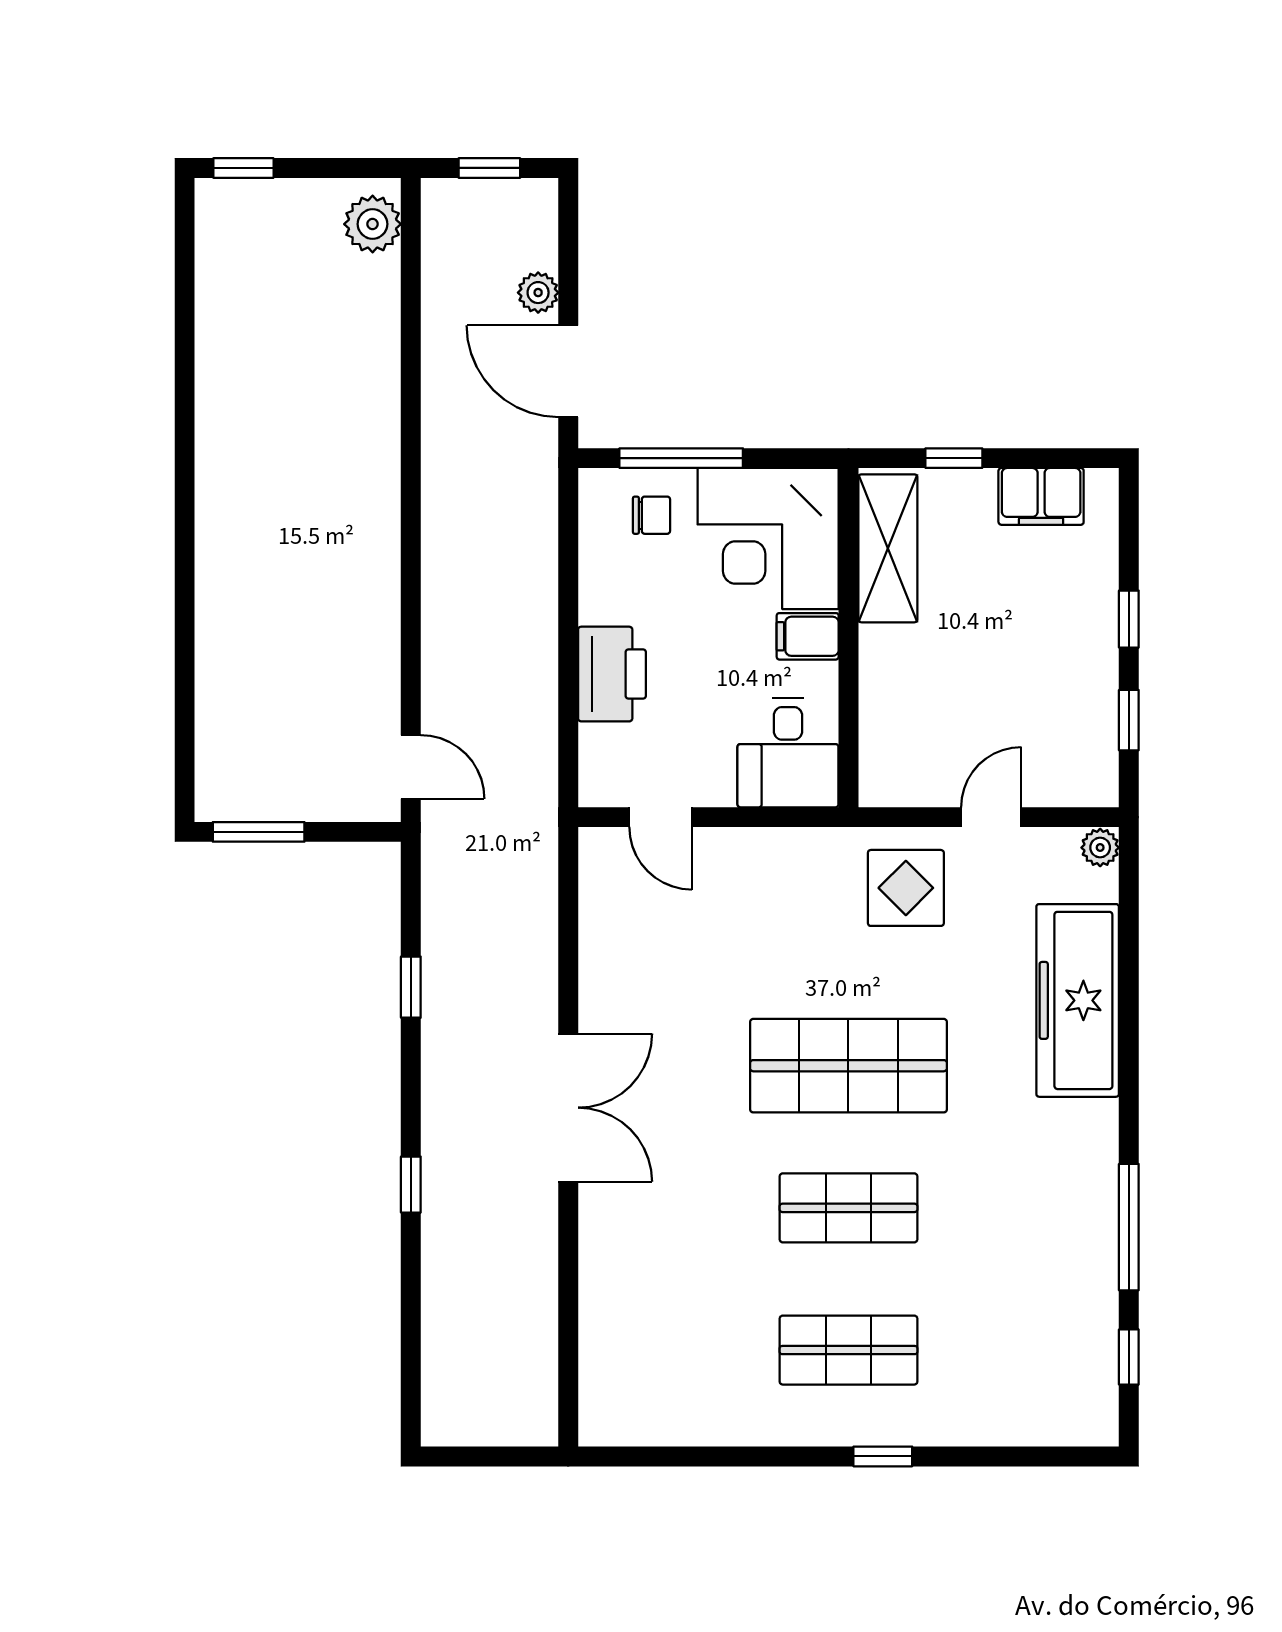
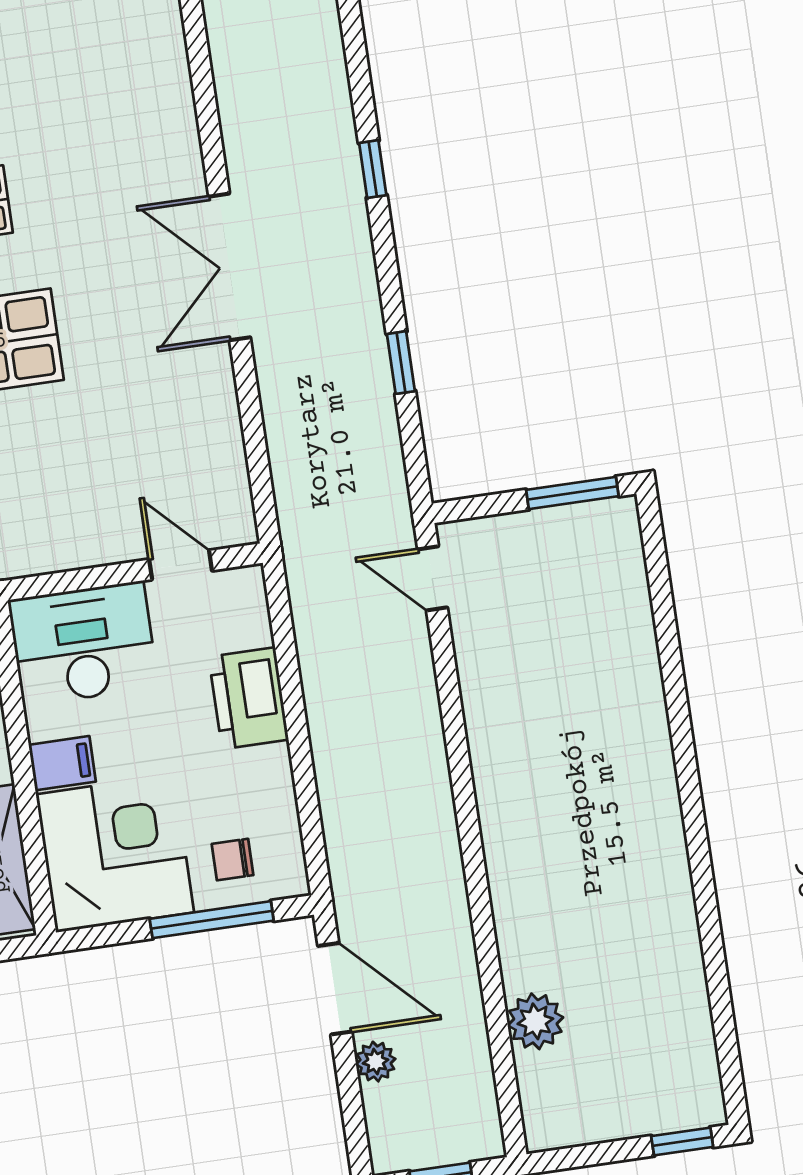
plant: (373, 224) -> (535, 1021), moved
desk: (788, 753) -> (83, 643), width x1.37

